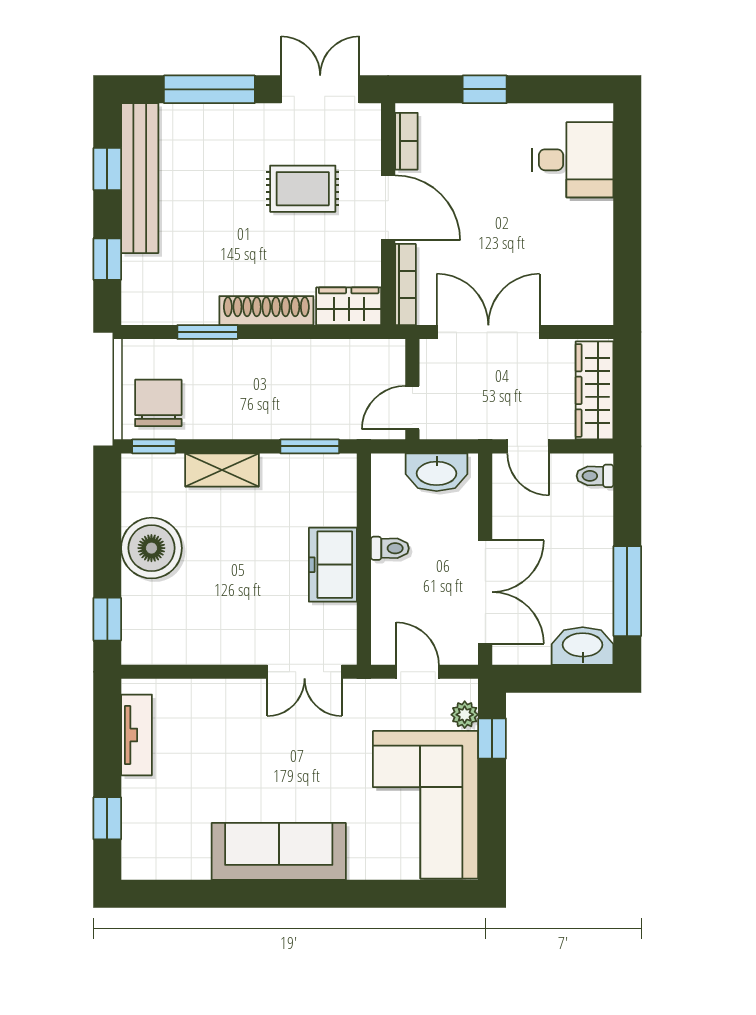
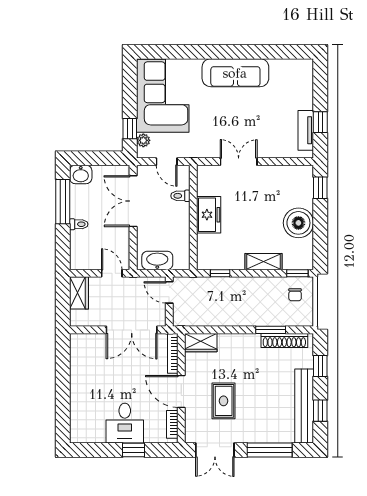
desk: (573, 160) -> (125, 423), moved, turned -90
rug: (303, 189) -> (224, 401), turned 90
shoe rack: (266, 311) -> (284, 341), moved
wardrobe: (594, 390) -> (79, 293), width x0.67
chair: (158, 403) -> (295, 295), width x0.54, depth x0.54
door: (412, 408) -> (169, 292), swing flipped
window: (310, 446) -> (220, 273), width x0.67
toilet: (595, 476) -> (79, 224), moved
toilet: (390, 548) -> (180, 196), moved
washbasin: (583, 646) -> (81, 174), width x0.72
double door: (305, 672) -> (239, 162), moved
window: (107, 818) -> (320, 122), moved

